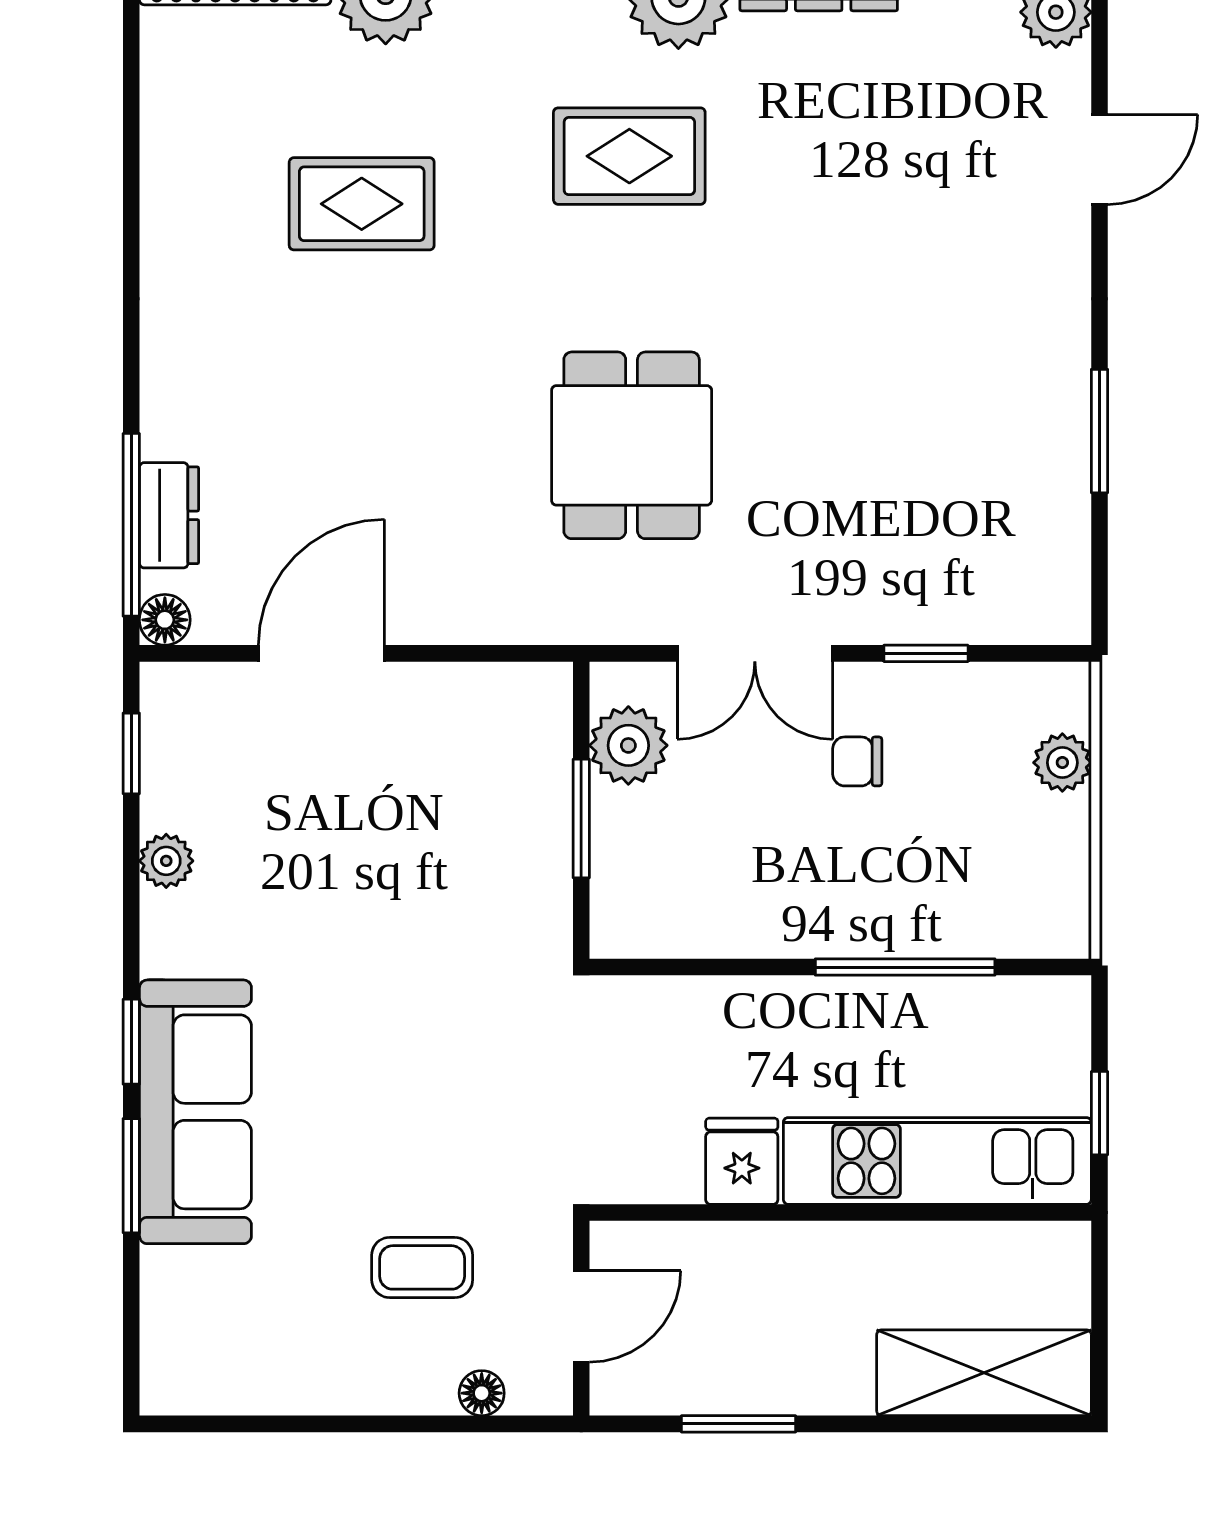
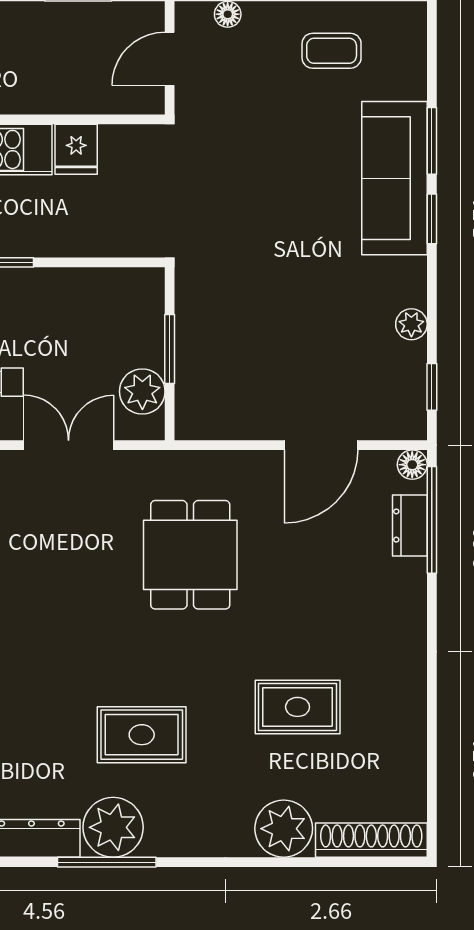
dining table: (632, 445) -> (190, 555), moved
coffee table: (422, 1267) -> (332, 51), moved

